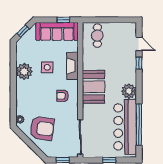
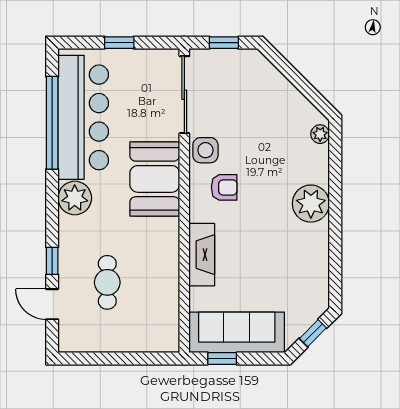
cafe table: (97, 36) -> (107, 282), moved
side table: (47, 67) -> (205, 150), moved
plant: (24, 71) -> (311, 204), moved
booth: (93, 87) -> (155, 179), moved
armchair: (42, 128) -> (271, 114), removed

